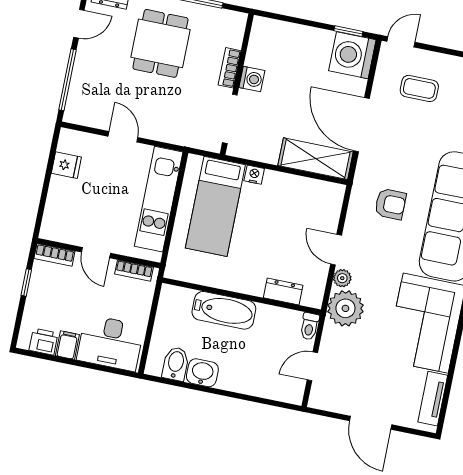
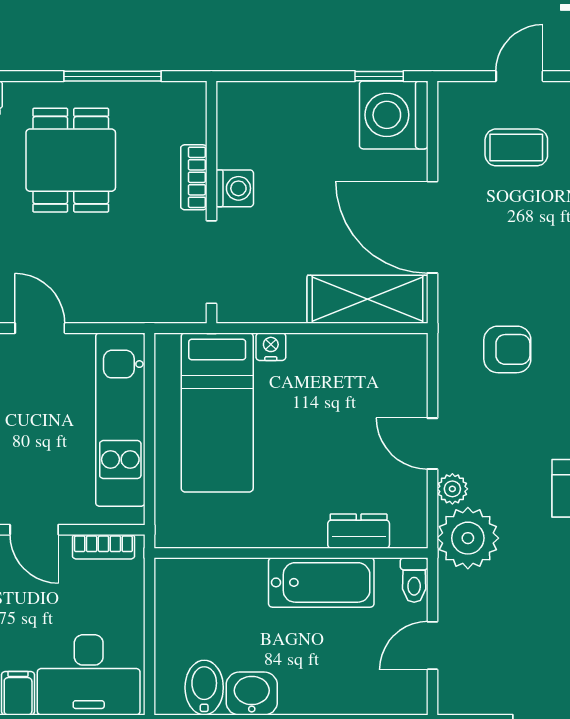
door: (401, 42) -> (519, 76), moved
bathtub: (224, 310) -> (321, 582), moved

